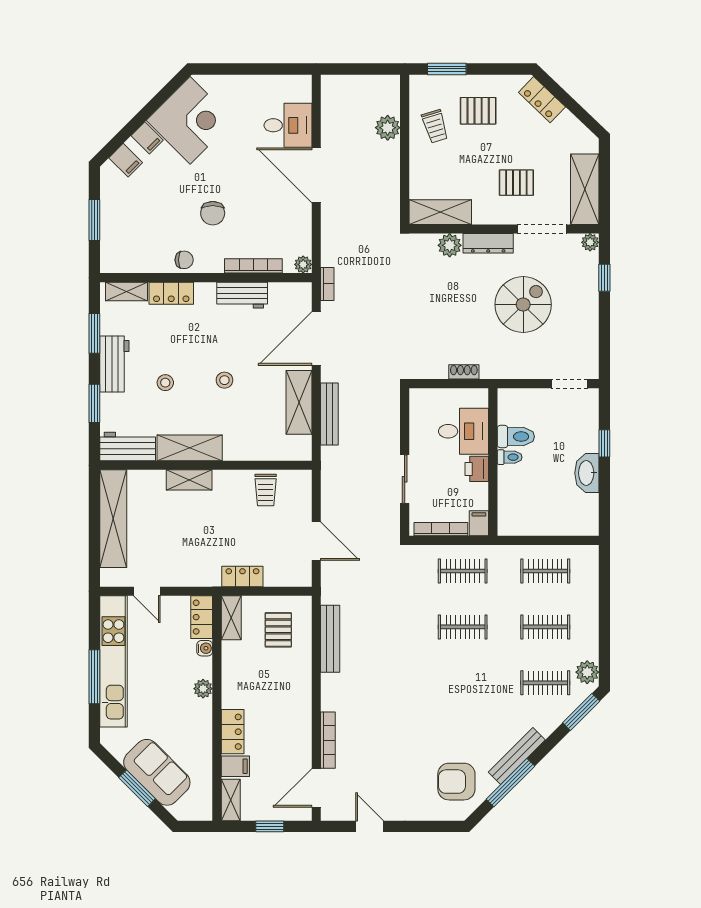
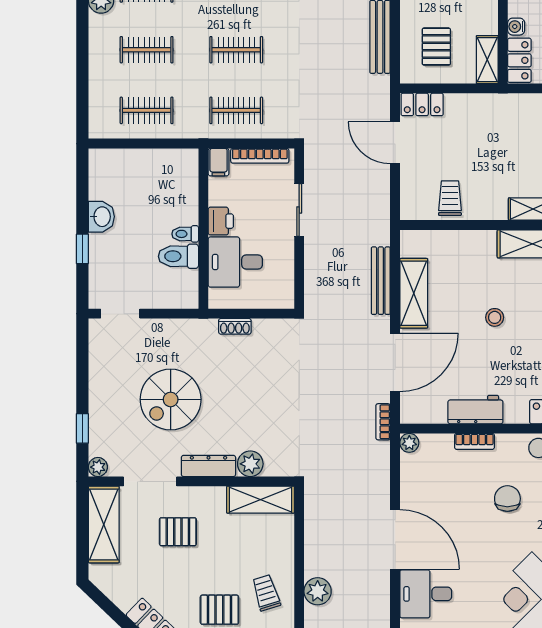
bookcase: (253, 266) -> (474, 441), width x0.64
washbasin: (587, 473) -> (101, 217), width x0.72
locker: (242, 576) -> (422, 104), moved

